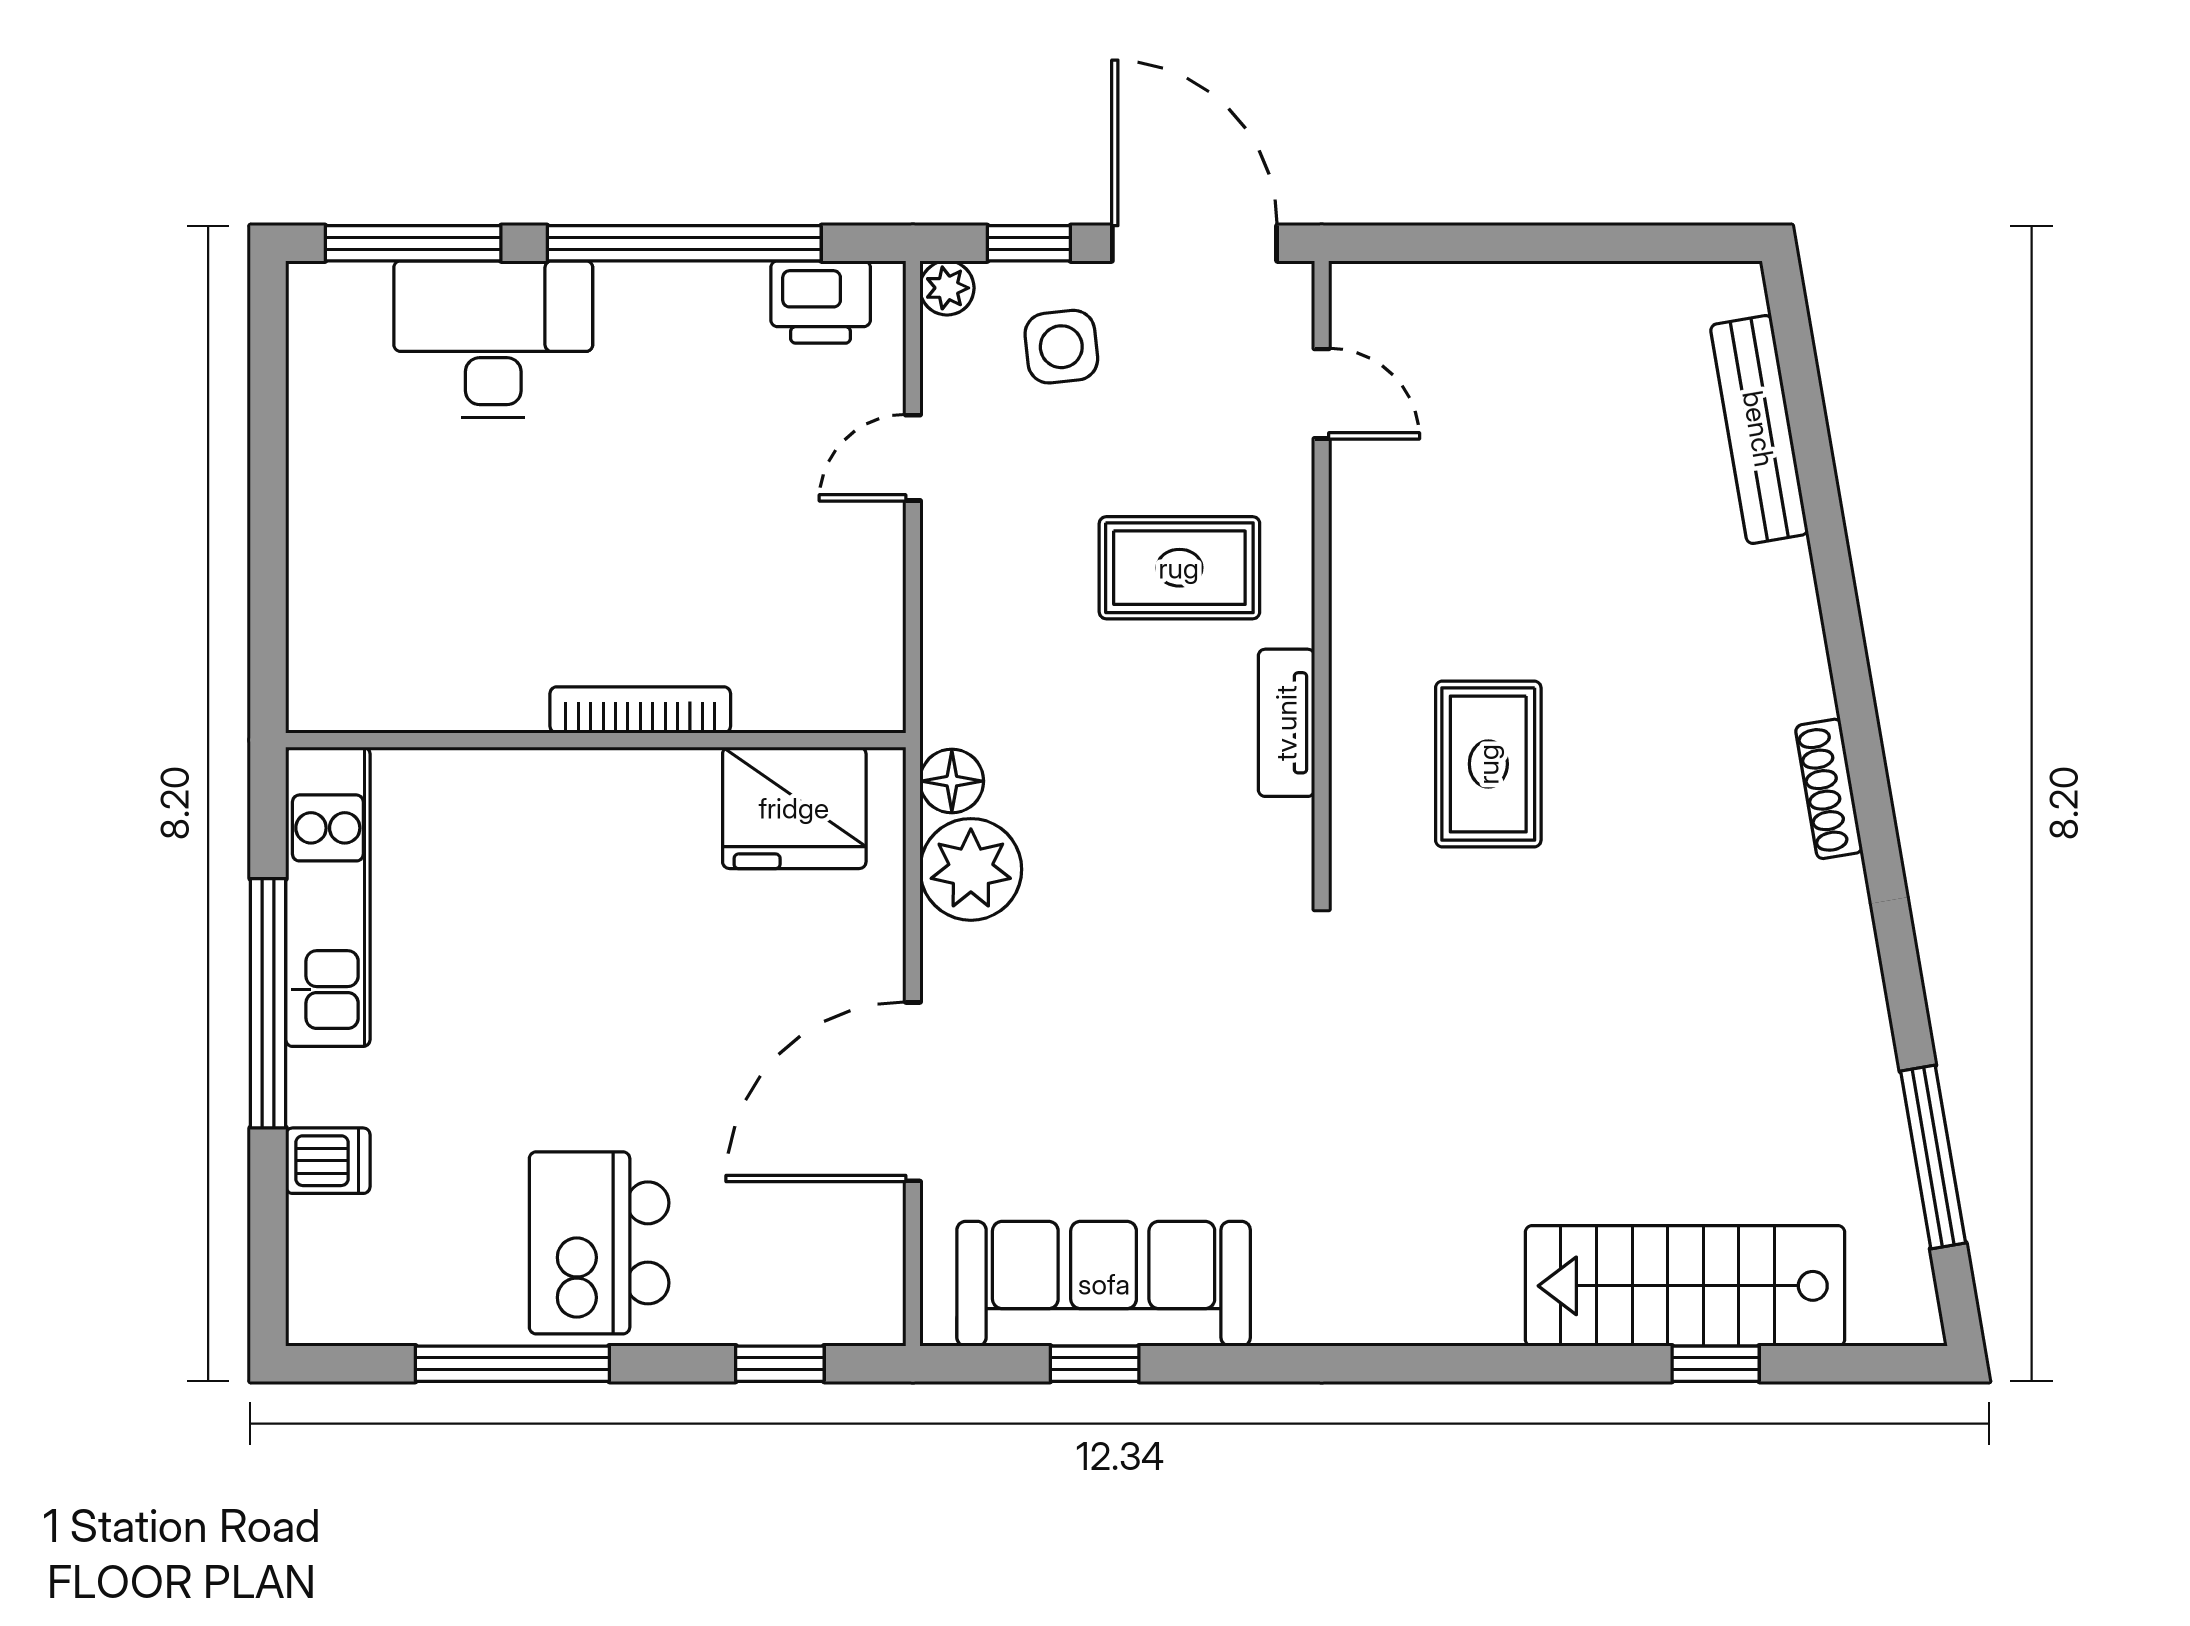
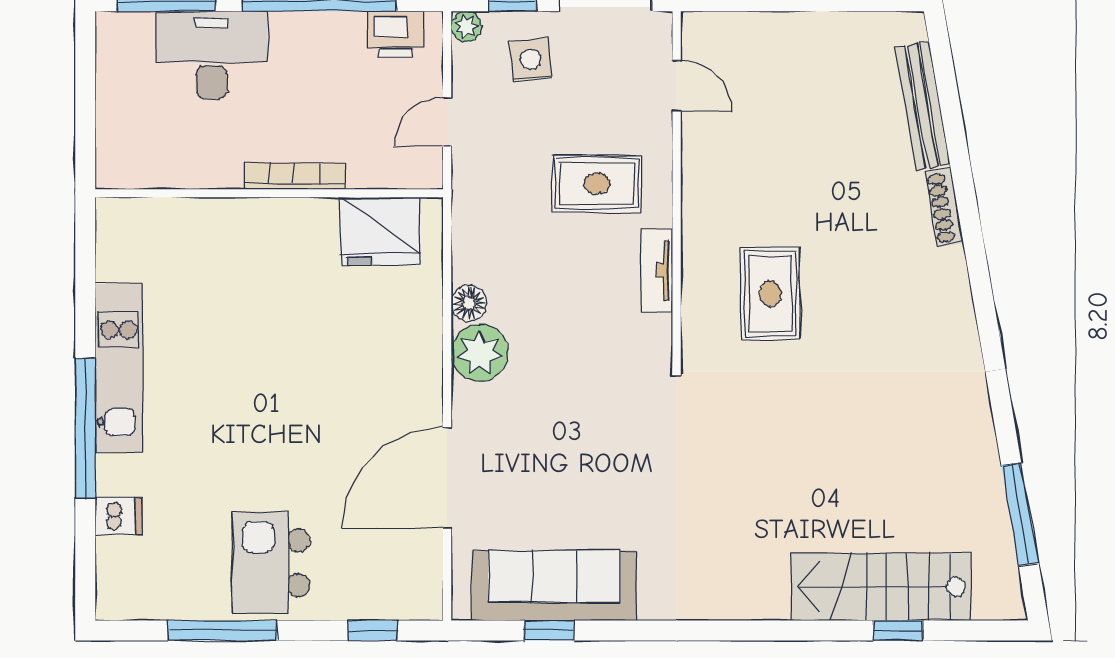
bookcase: (640, 710) -> (294, 176), moved
wall: (596, 740) -> (269, 193), moved
shoe rack: (1829, 789) -> (944, 207), moved
fridge: (794, 808) -> (381, 231), moved

